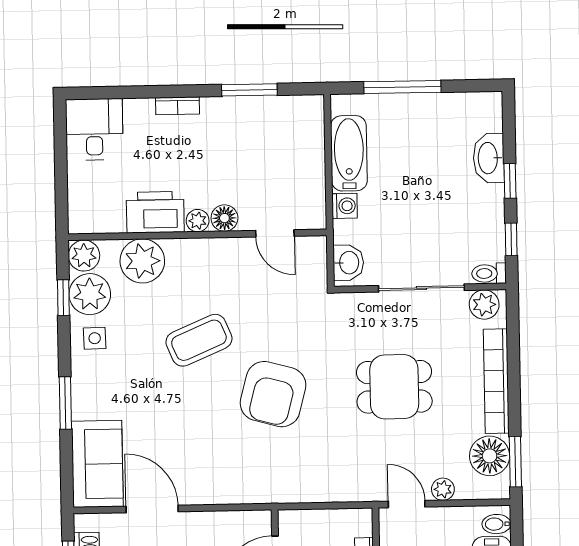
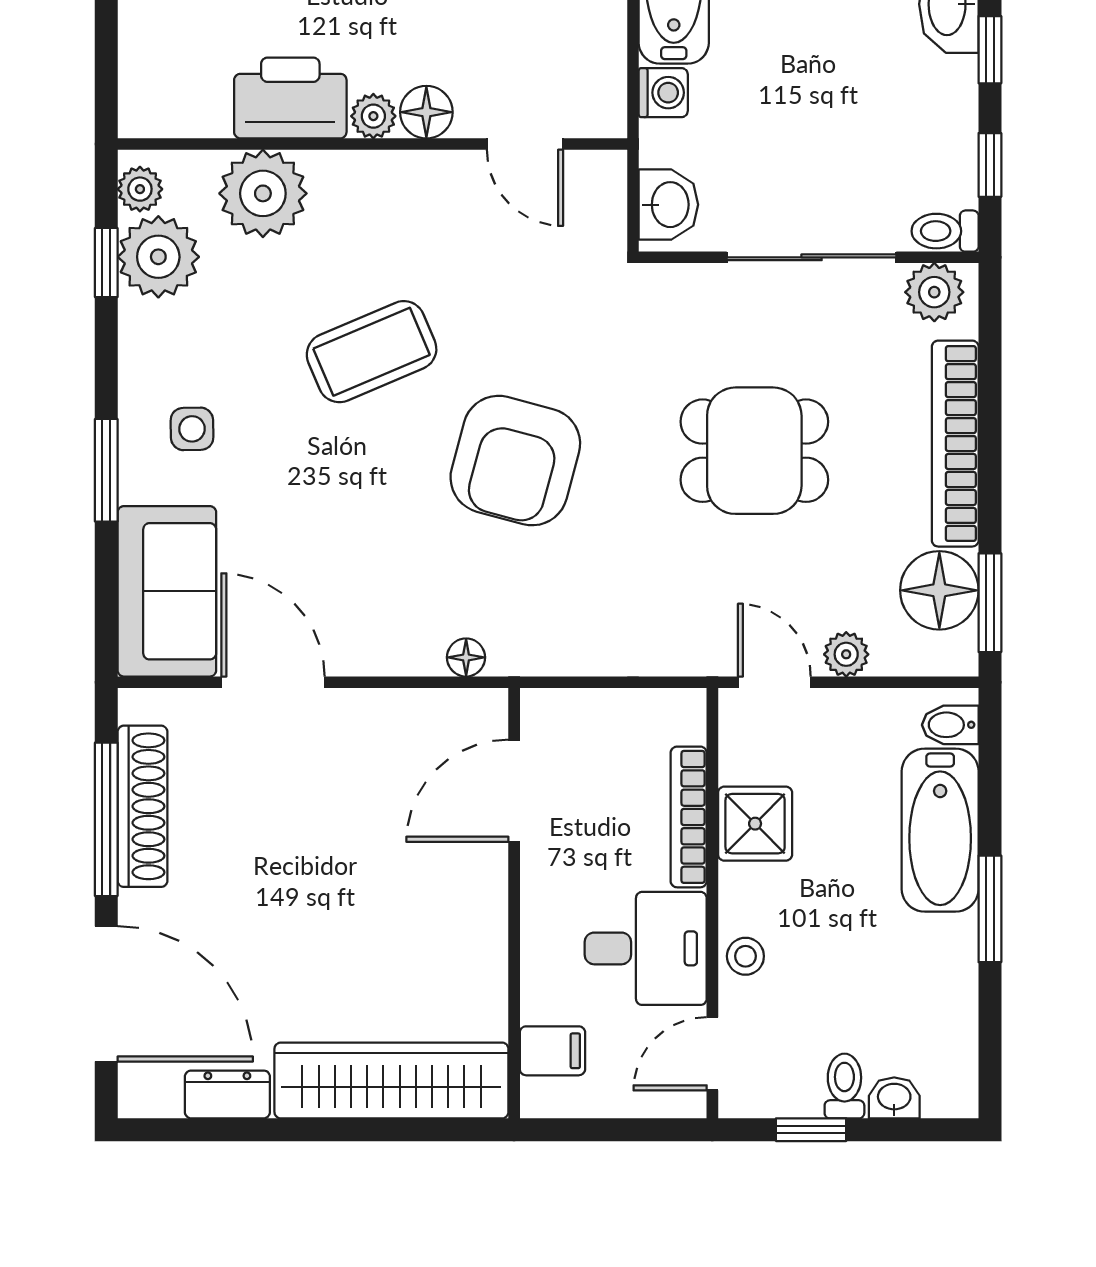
plant: (84, 256) -> (140, 189), width x0.73, depth x0.73
side table: (95, 338) -> (192, 429), moved
floor lamp: (250, 495) -> (466, 657), added

